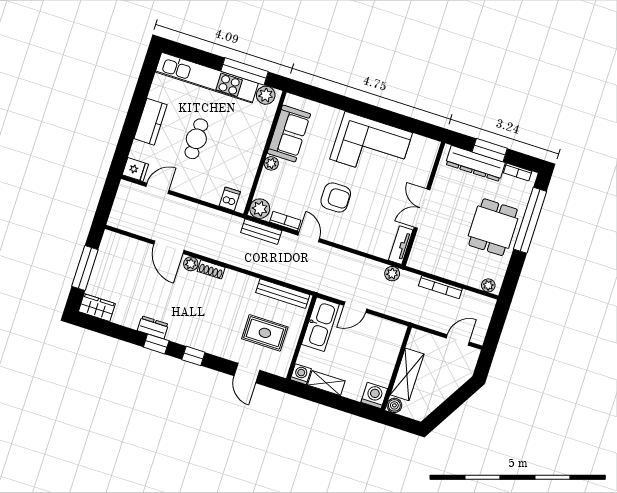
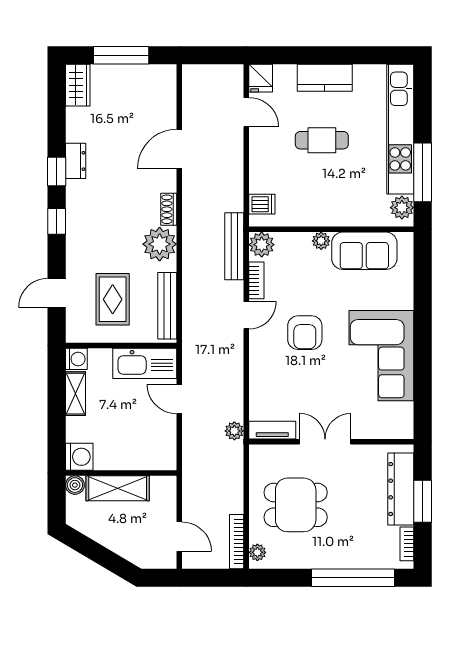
dining table: (493, 227) -> (296, 505), moved
bench: (261, 232) -> (234, 246), width x1.36
plant: (191, 264) -> (160, 244), moved, width x1.88, depth x1.88
bookcase: (440, 287) -> (237, 542), moved

